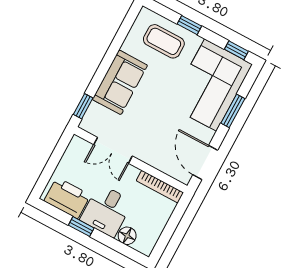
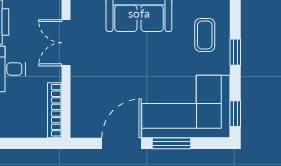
coffee table: (164, 41) -> (205, 35), width x0.73, depth x0.77
door: (205, 162) -> (122, 143), moved

